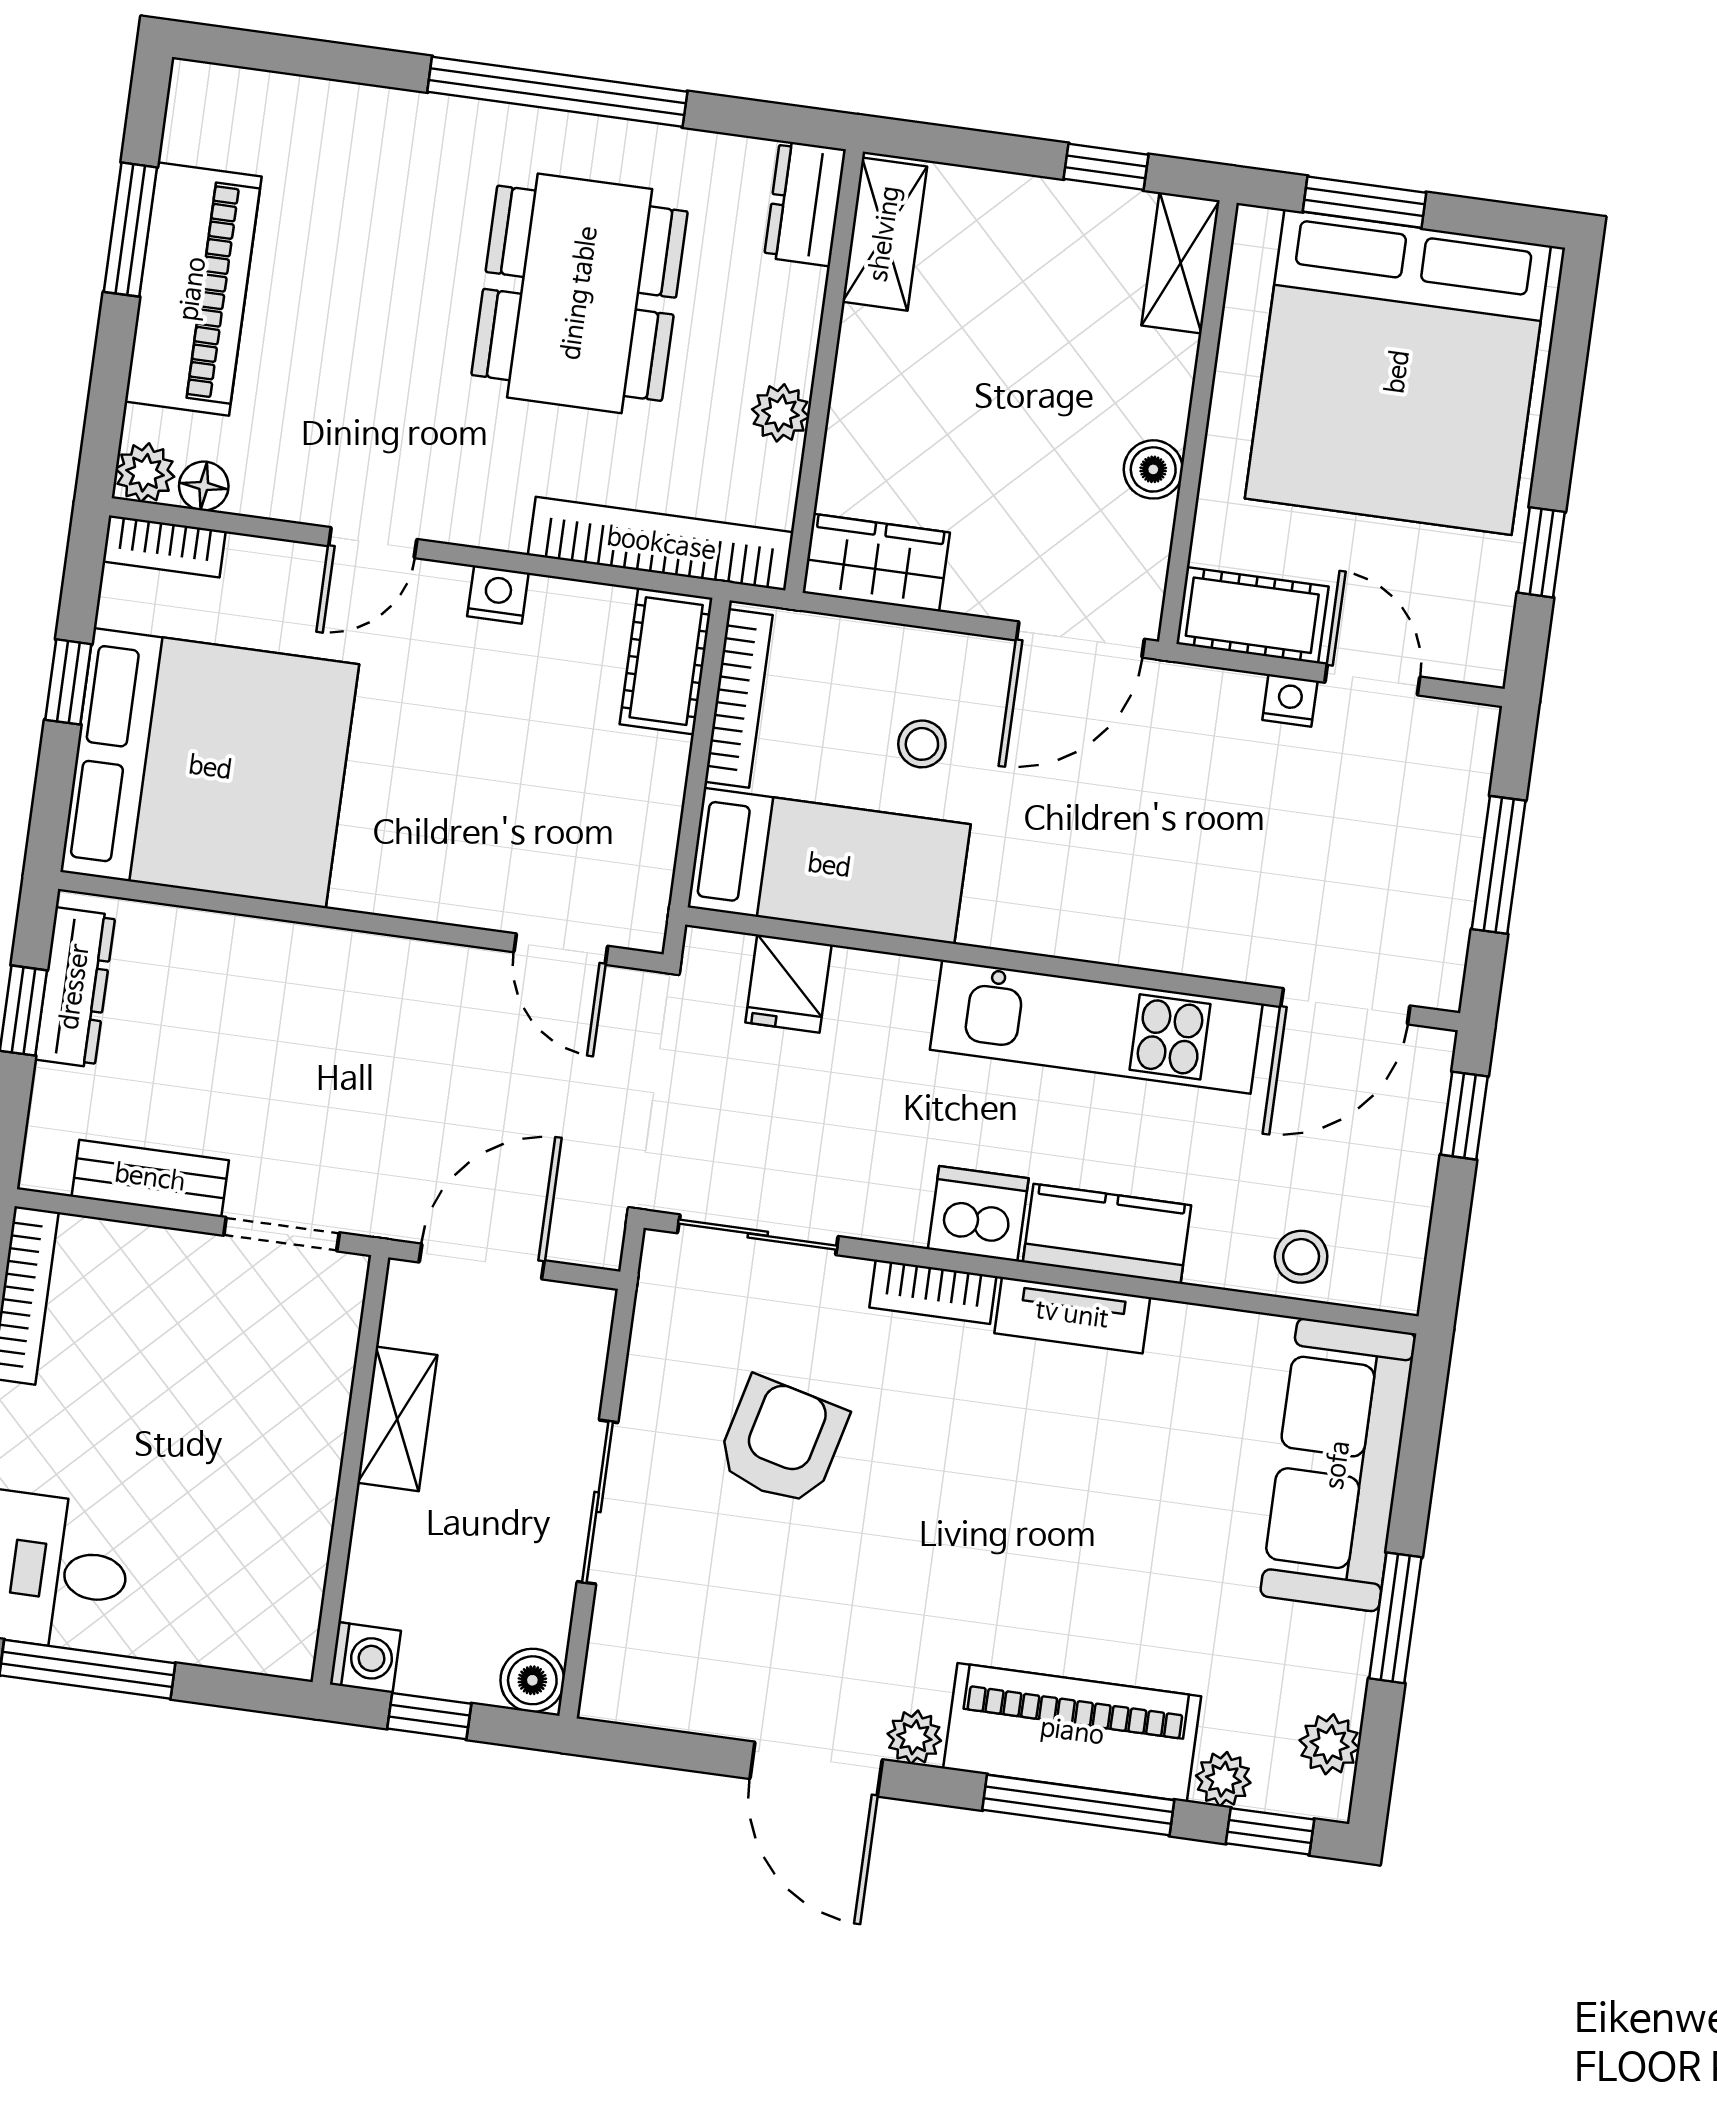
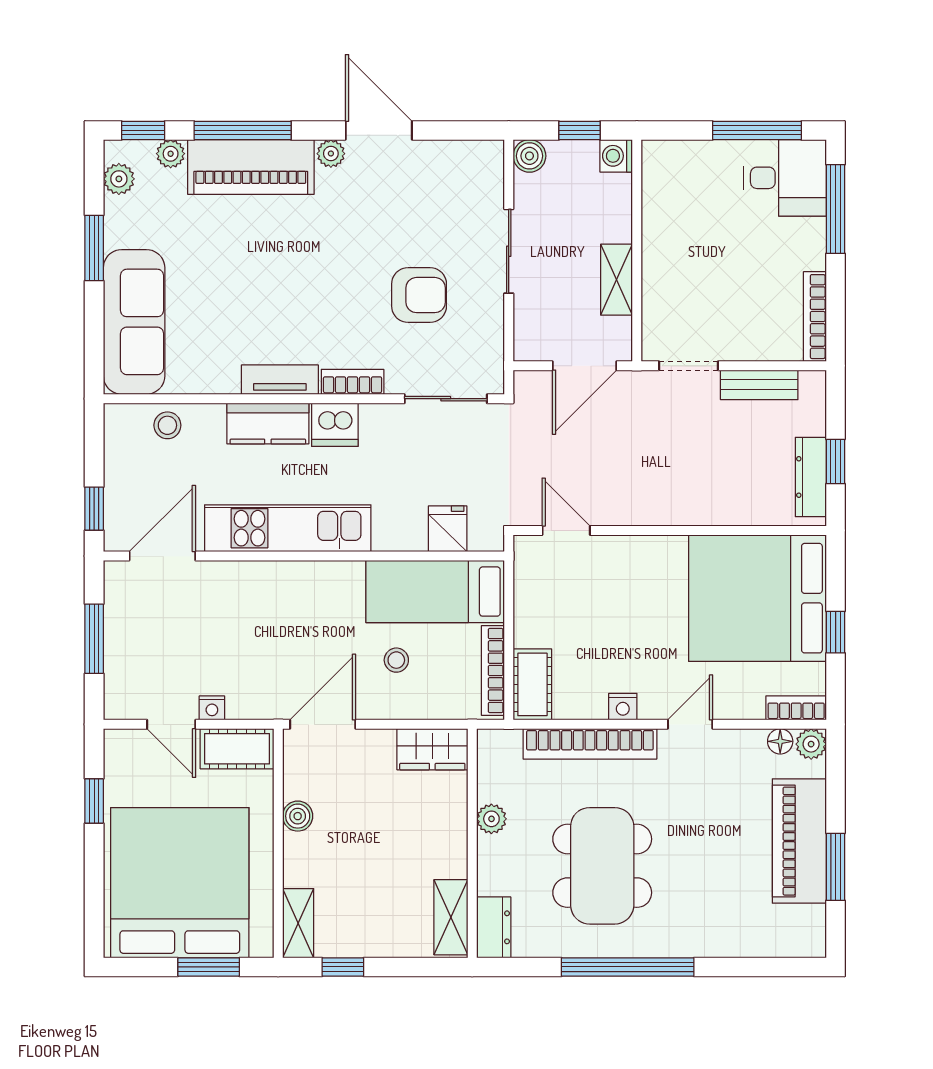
bookcase: (661, 544) -> (590, 744), moved
armchair: (782, 1441) -> (419, 295), turned -104

